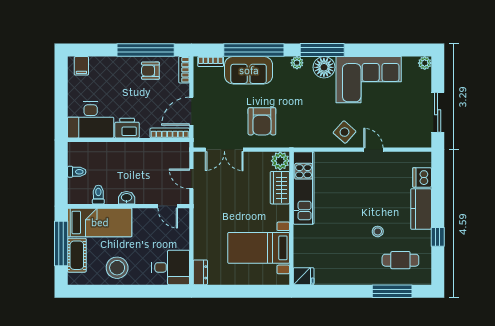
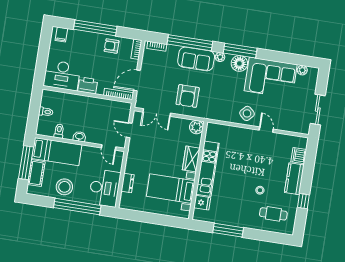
window: (146, 50) -> (95, 28), moved
plant: (425, 63) -> (302, 70), moved
sofa: (249, 70) -> (196, 59), moved
wardrobe: (280, 188) -> (191, 159), moved
kitchen unit: (304, 188) -> (207, 169), moved
desk: (171, 267) -> (105, 188), width x1.37
dresser: (200, 272) -> (128, 183), moved
fridge: (304, 276) -> (202, 203), moved
window: (138, 291) -> (77, 207), added
window: (392, 291) -> (228, 230), moved

